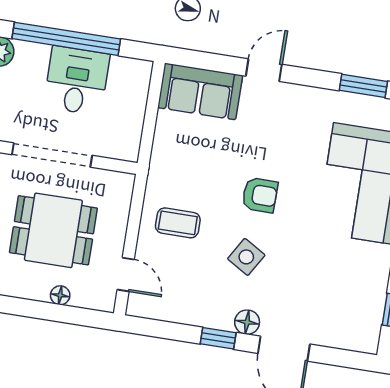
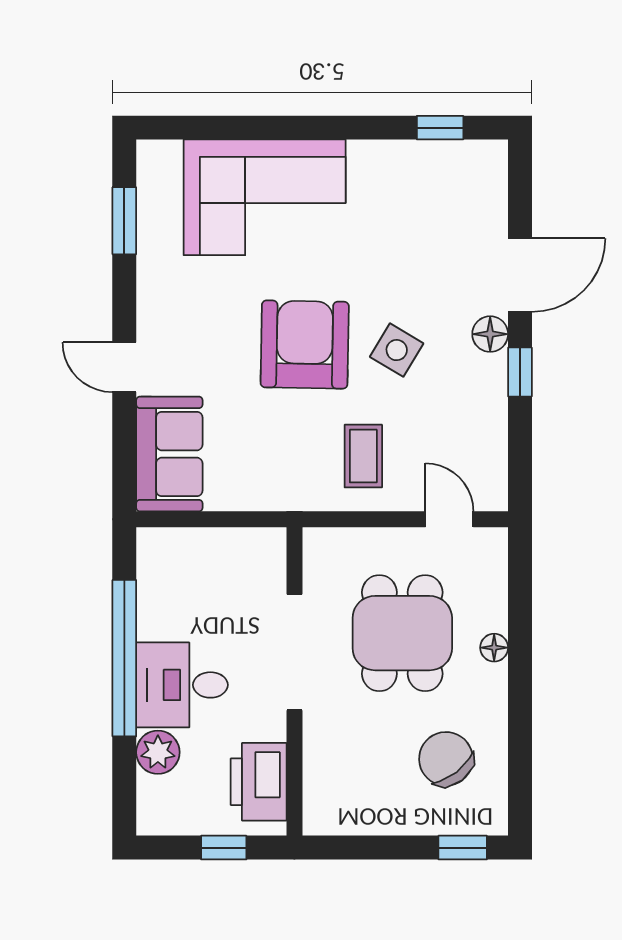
desk: (77, 81) -> (182, 685), moved
armchair: (260, 195) -> (305, 345), width x1.88, depth x1.88
door: (126, 275) -> (449, 519), hinge flipped
floor lamp: (60, 295) -> (494, 648), moved

